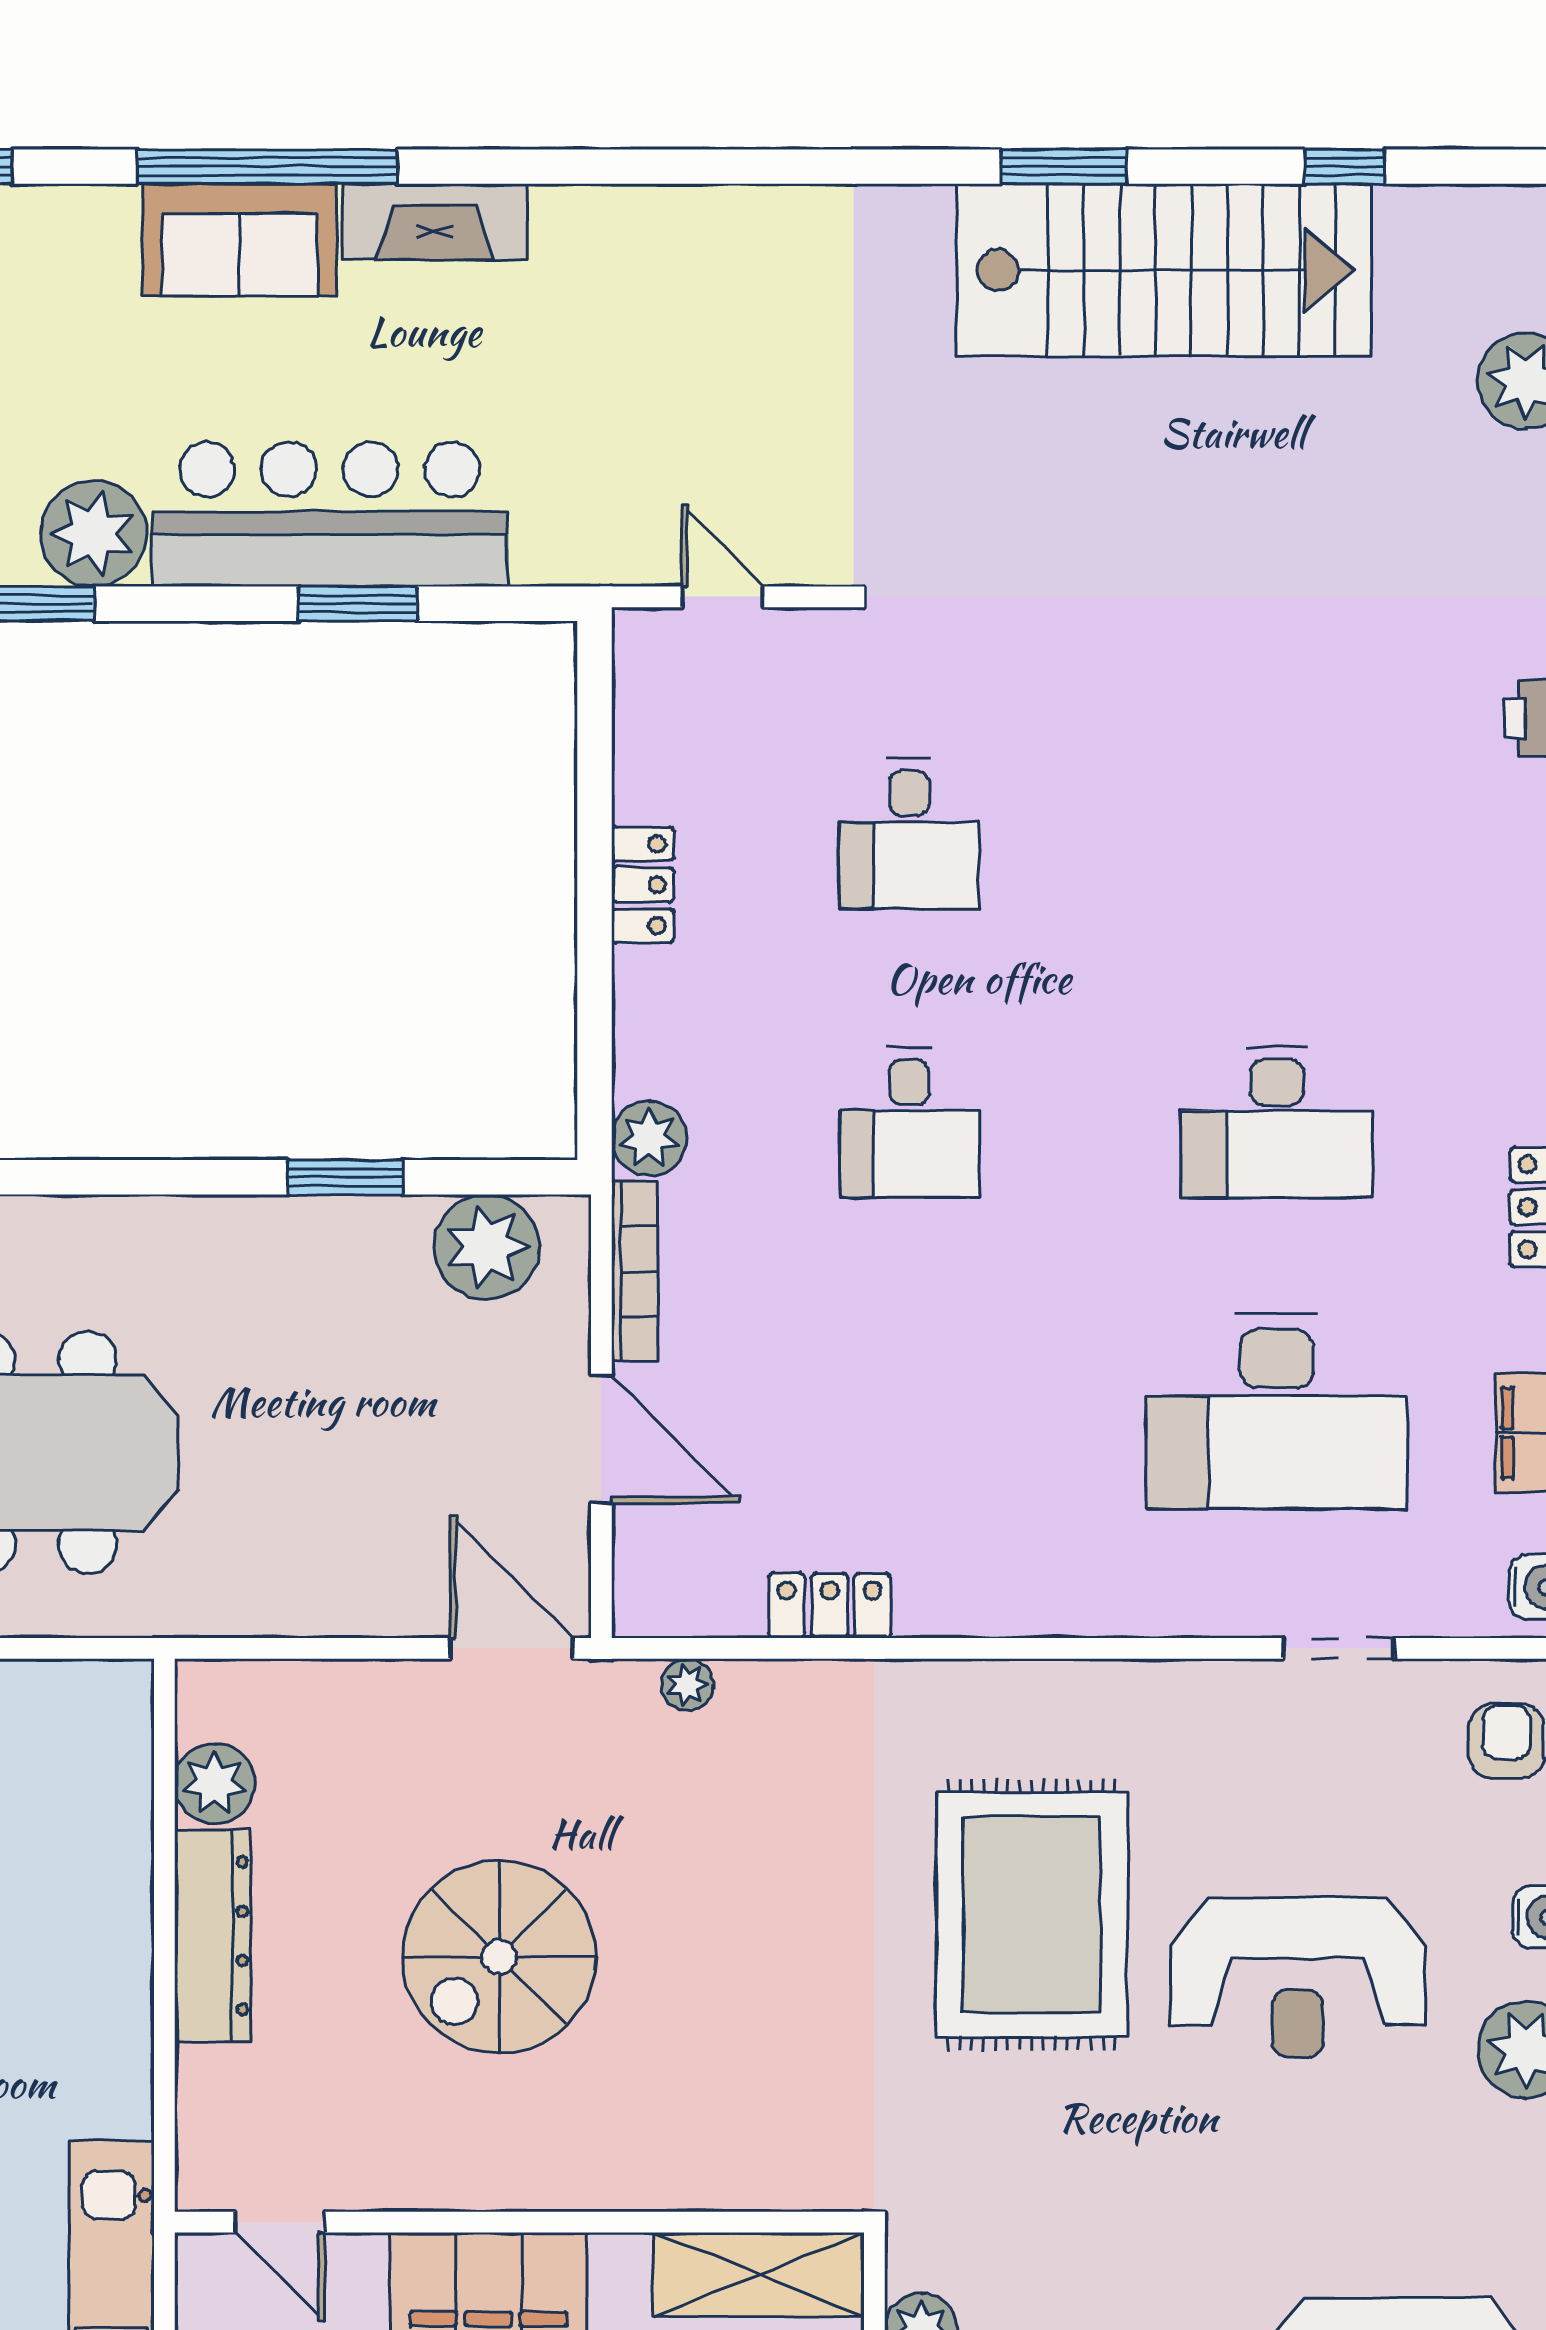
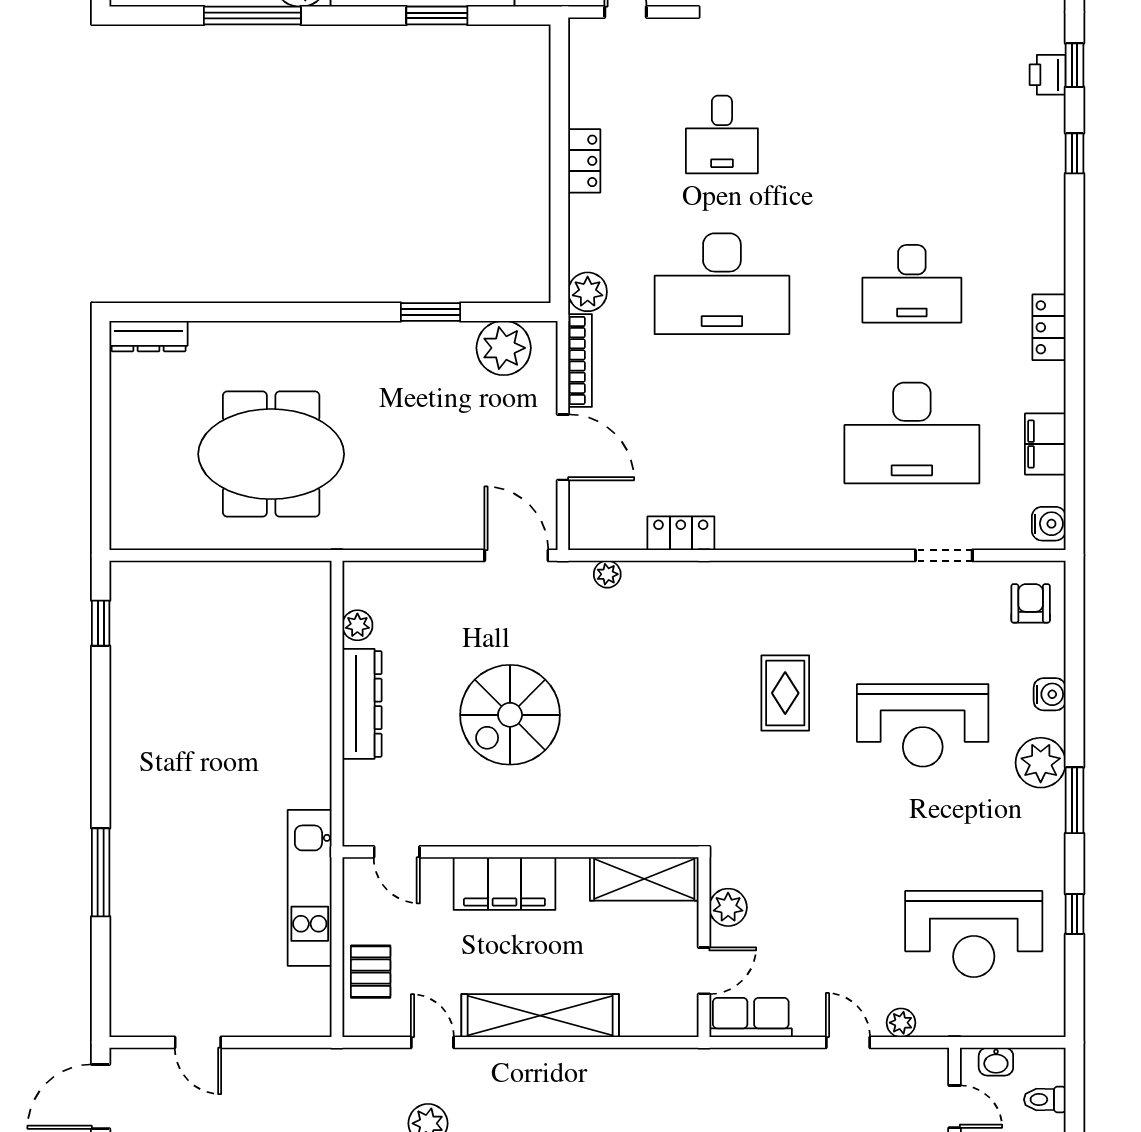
desk: (909, 1123) -> (722, 284), width x1.87, depth x1.30
plant: (215, 1784) -> (357, 625), width x0.73, depth x0.73
rug: (1032, 1915) -> (785, 693), width x0.54, depth x0.49

